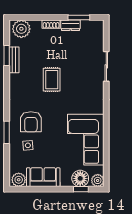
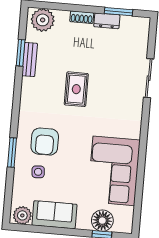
plant: (98, 180) -> (125, 225), removed

